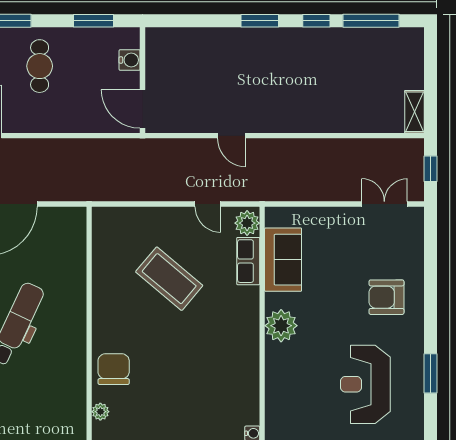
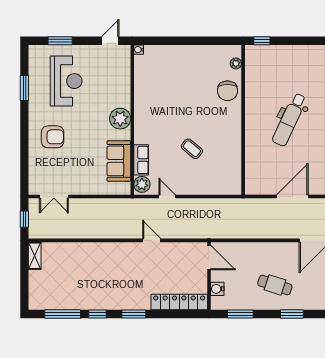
locker: (189, 40) -> (179, 302), added
cafe table: (40, 66) -> (275, 285), turned -72
coffee table: (169, 279) -> (192, 149), width x0.54, depth x0.58

